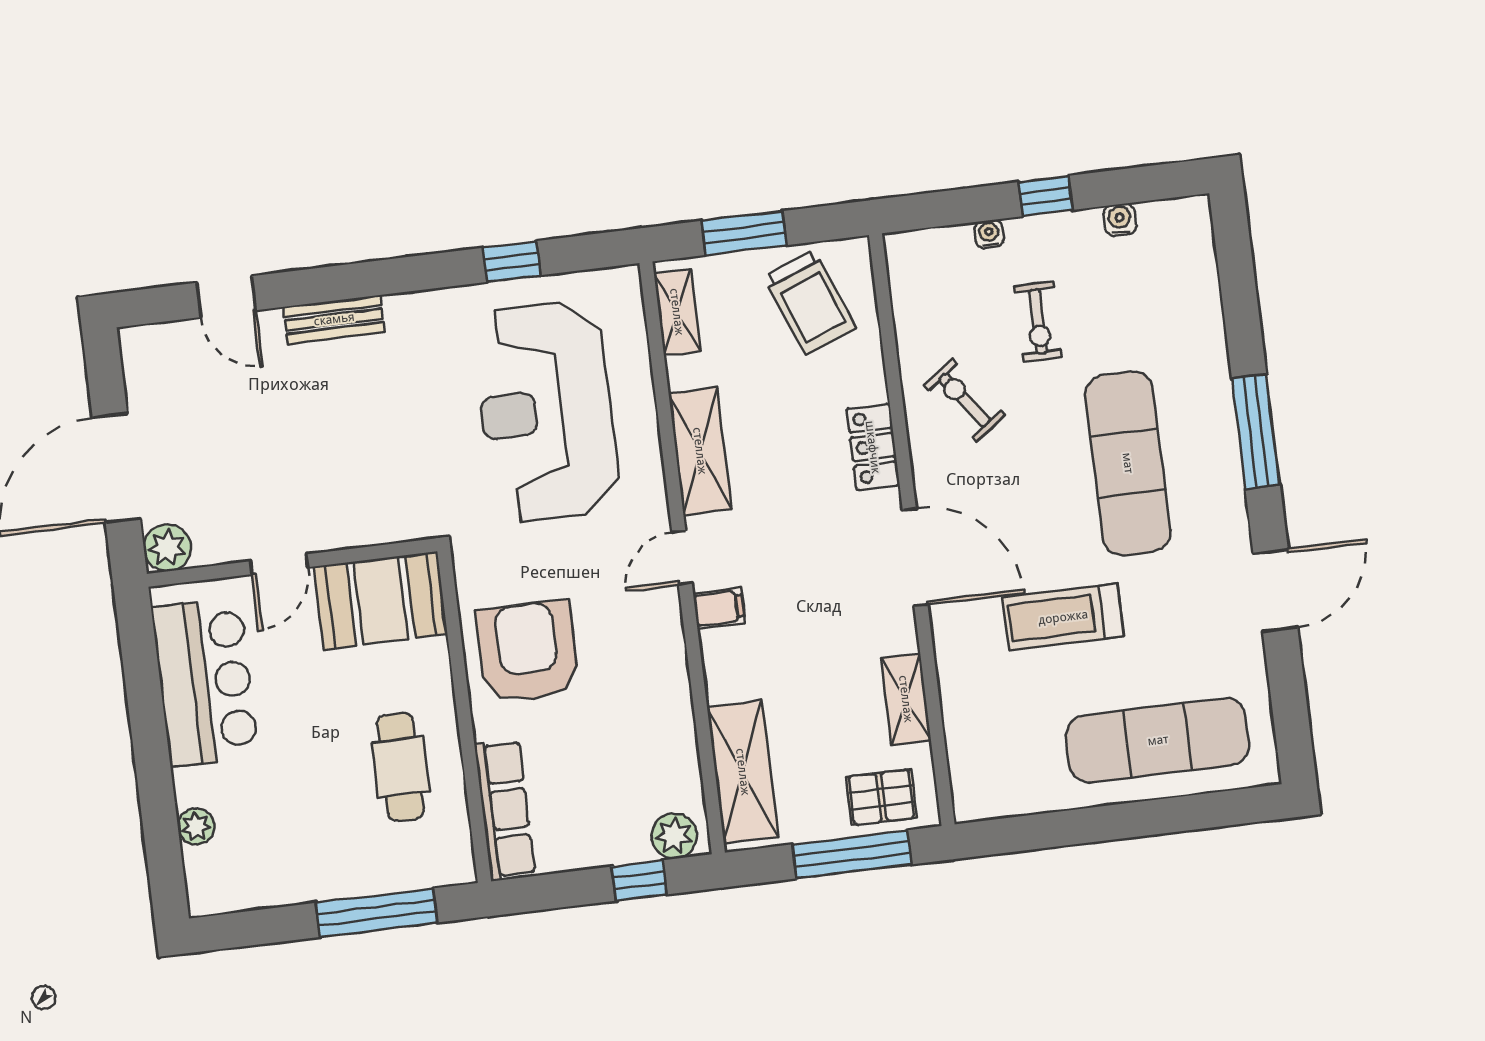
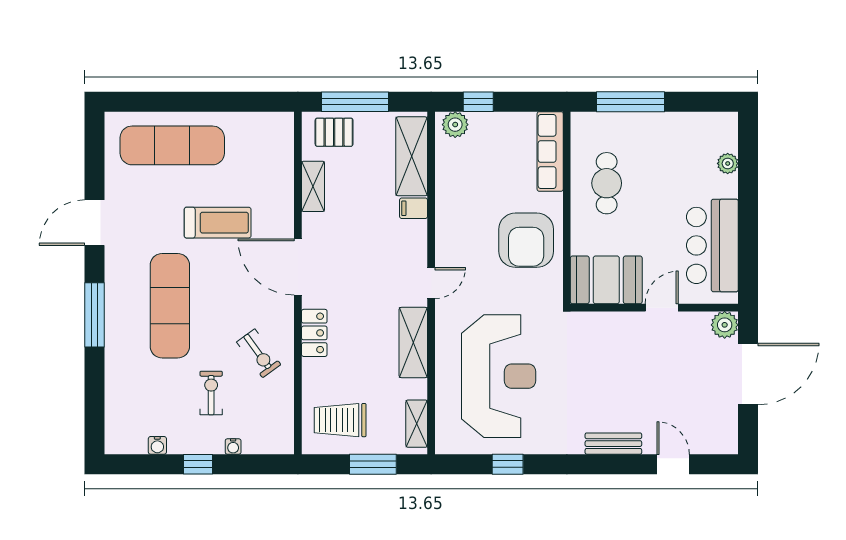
trolley: (810, 302) -> (340, 420), turned -69
filing cabinet: (719, 608) -> (414, 208), moved

